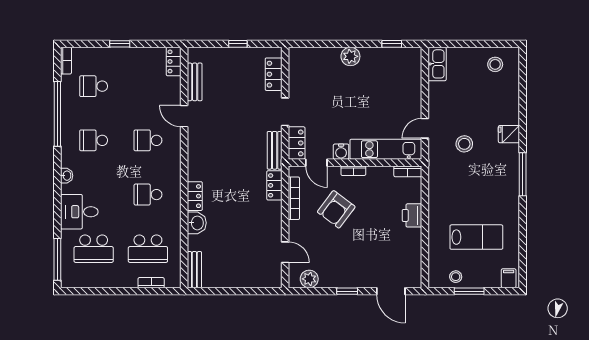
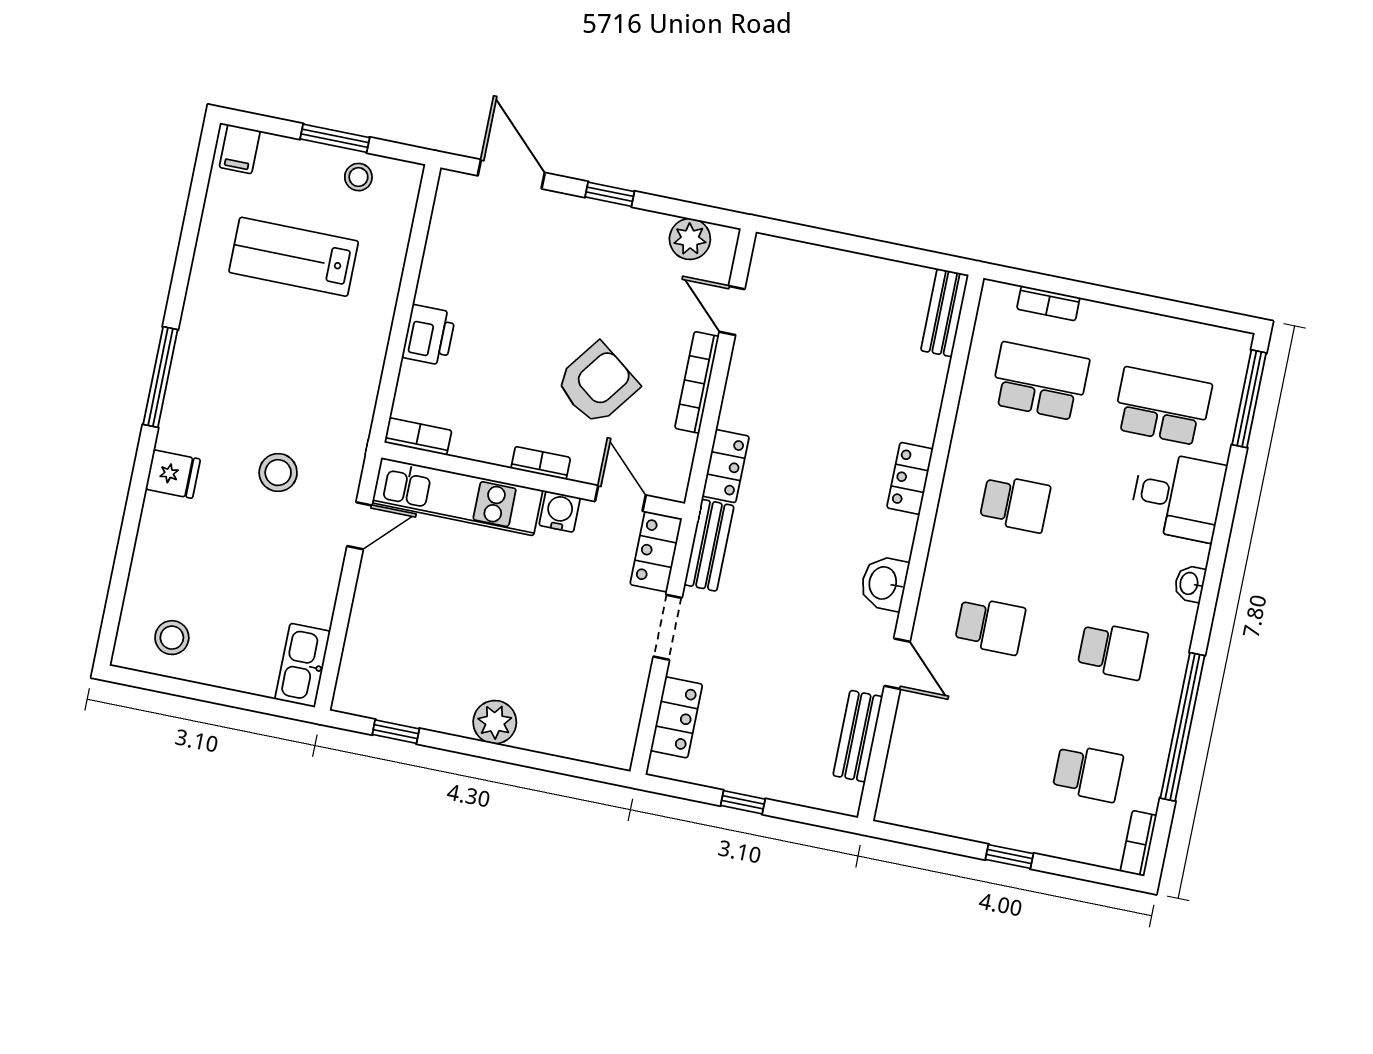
locker: (174, 61) -> (896, 792), removed
bookcase: (294, 198) -> (697, 382), moved
washbasin: (197, 223) -> (884, 583), moved

